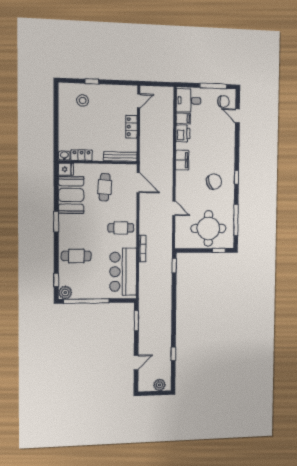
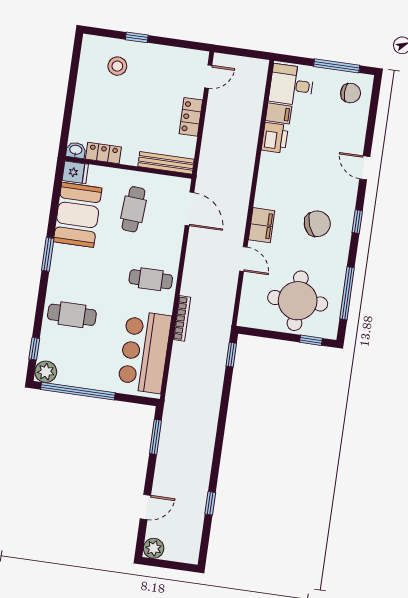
door: (237, 116) -> (365, 168), moved
filing cabinet: (182, 160) -> (262, 225), moved
plant: (160, 385) -> (154, 548), moved

